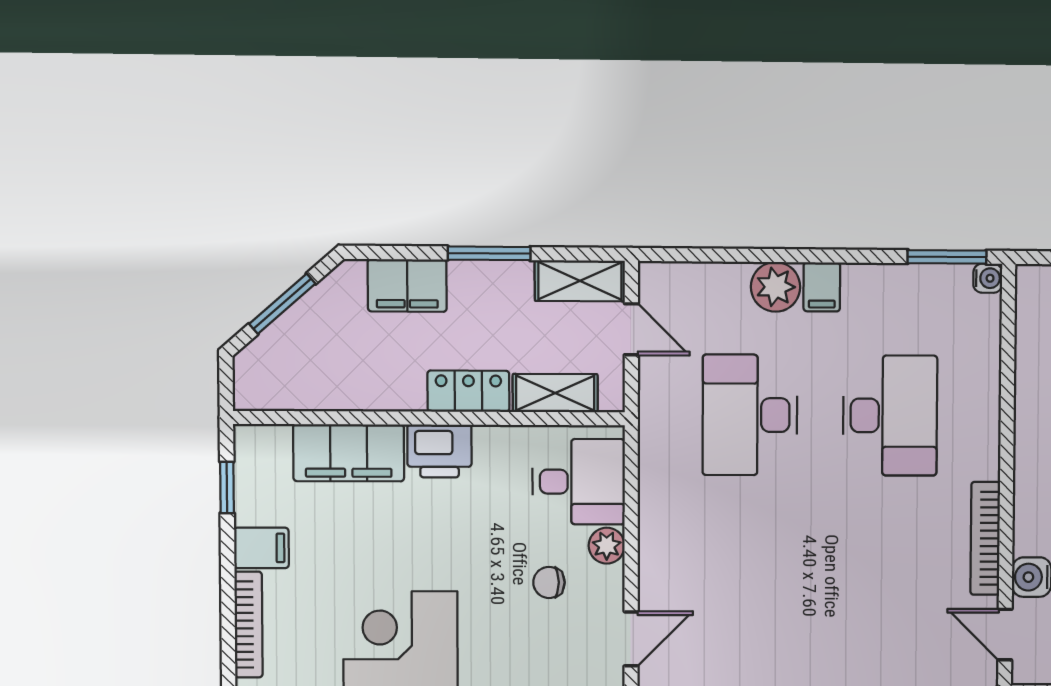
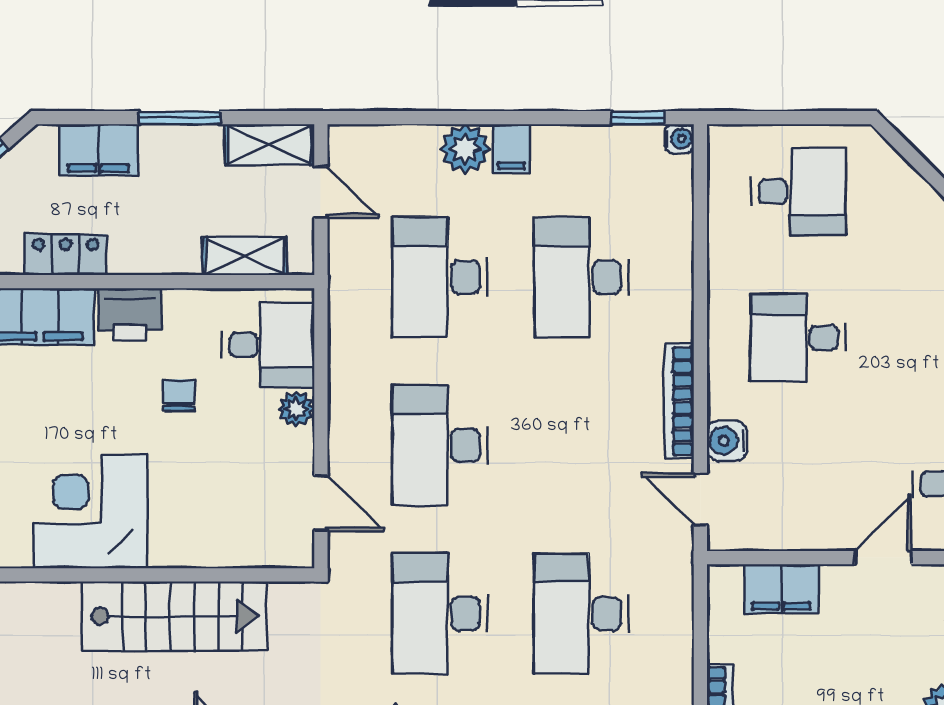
window: (947, 257) -> (638, 118), width x0.67
locker: (468, 391) -> (66, 255), moved
desk: (890, 415) -> (581, 277), turned 180
chair: (549, 582) -> (179, 395), moved, turned 90
desk: (749, 582) -> (440, 445), added
door: (631, 639) -> (321, 503), hinge flipped

